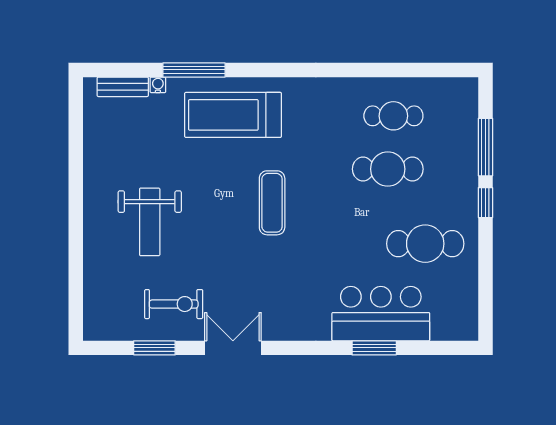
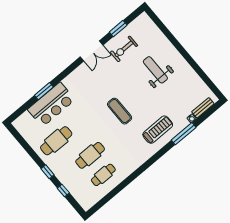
treadmill: (233, 115) -> (158, 130), width x0.73, depth x0.73
window: (485, 147) -> (63, 191), width x0.46

